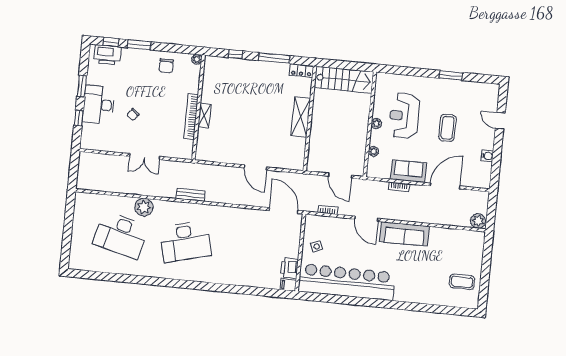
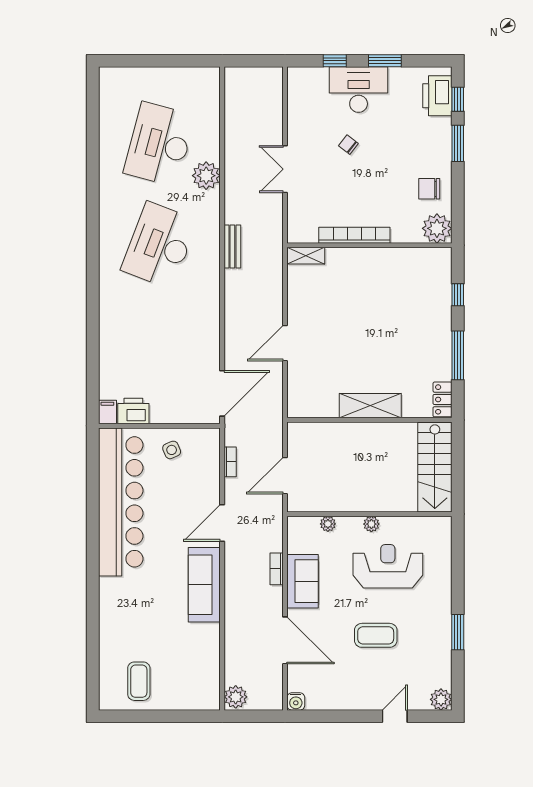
plant: (197, 59) -> (437, 228), width x1.88, depth x1.88
plant: (492, 90) -> (441, 699), added
shelving: (204, 115) -> (306, 256), moved
water cooler: (487, 156) -> (296, 701), moved
desk: (185, 241) -> (159, 245), turned 36

